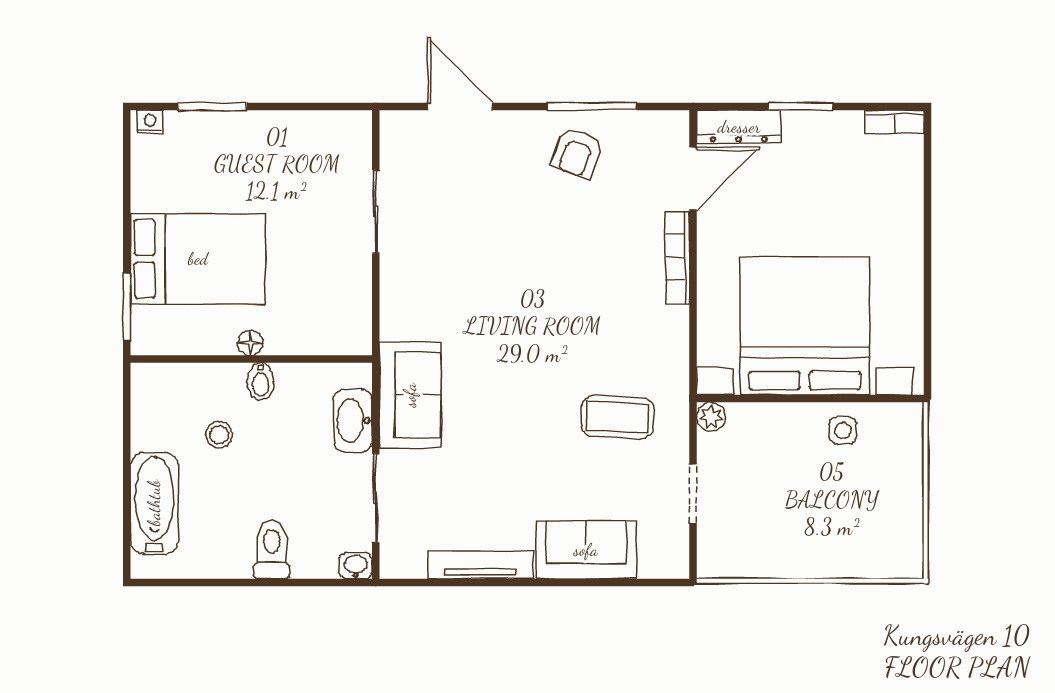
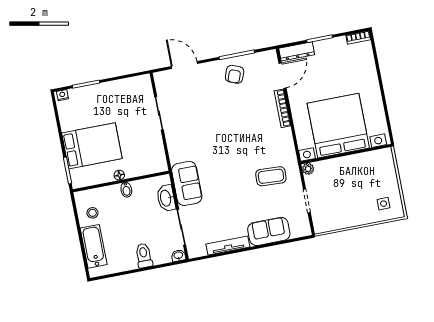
side table: (843, 431) -> (384, 204), moved
stool: (219, 435) -> (93, 213), moved

